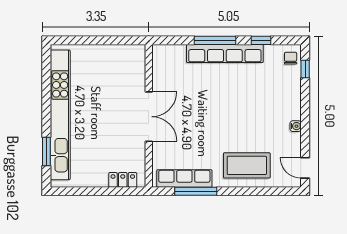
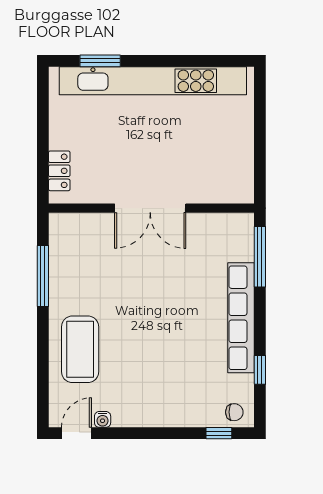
window: (215, 40) -> (260, 257), moved
water cooler: (296, 126) -> (103, 419), moved
row of seats: (184, 178) -> (61, 259), removed

